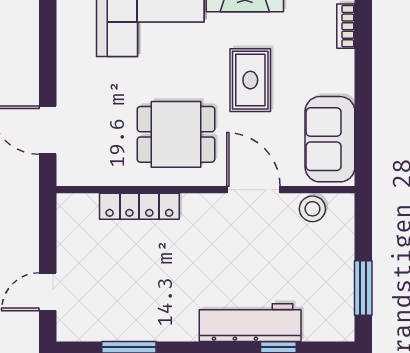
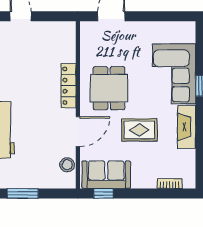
window: (363, 144) -> (104, 193), added
locker: (139, 206) -> (69, 86), moved

